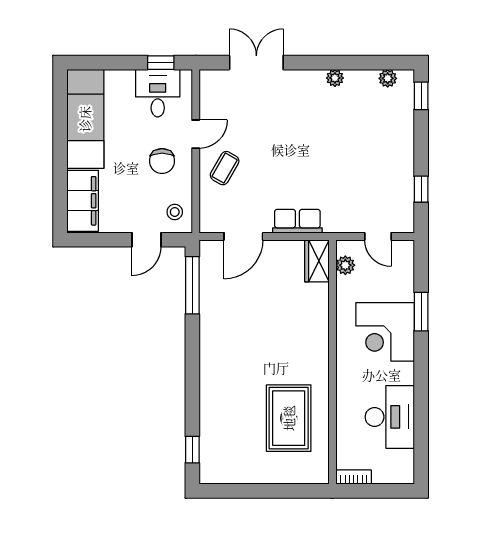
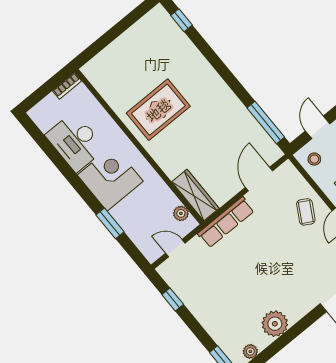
plant: (335, 78) -> (275, 324), width x1.88, depth x1.88
row of seats: (297, 221) -> (226, 222), width x1.48
wardrobe: (317, 261) -> (195, 195), width x1.50
corner desk: (385, 332) -> (110, 178), moved
rug: (289, 418) -> (158, 110), moved, turned 90

